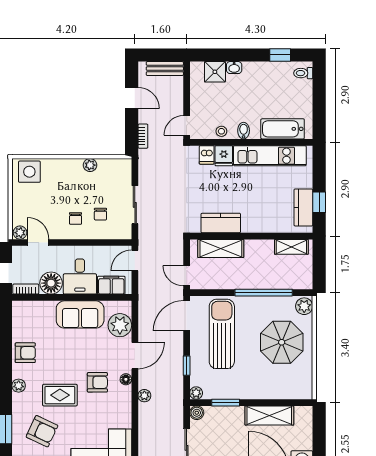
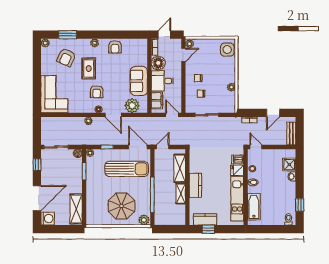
kitchen counter: (221, 223) -> (195, 185), moved
shelving: (291, 247) -> (181, 194), moved
shelving: (269, 415) -> (76, 209), moved

